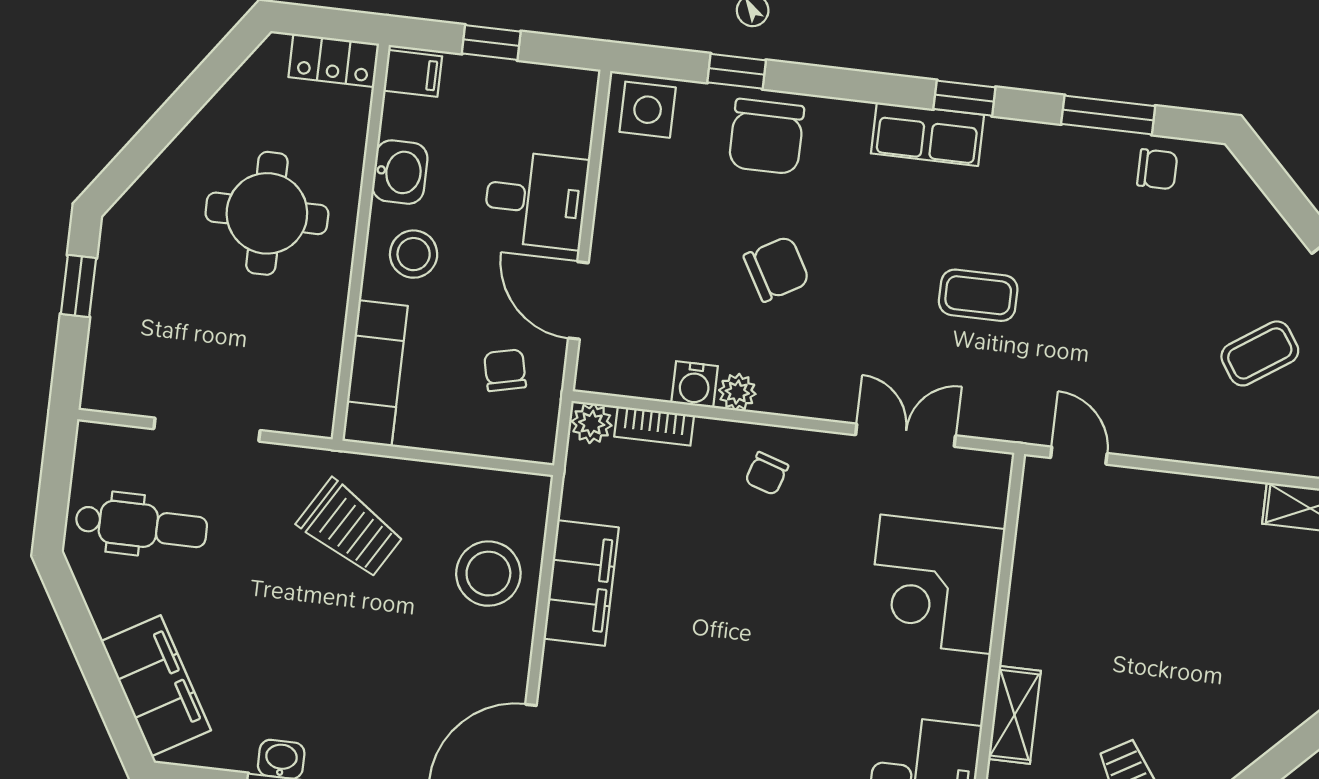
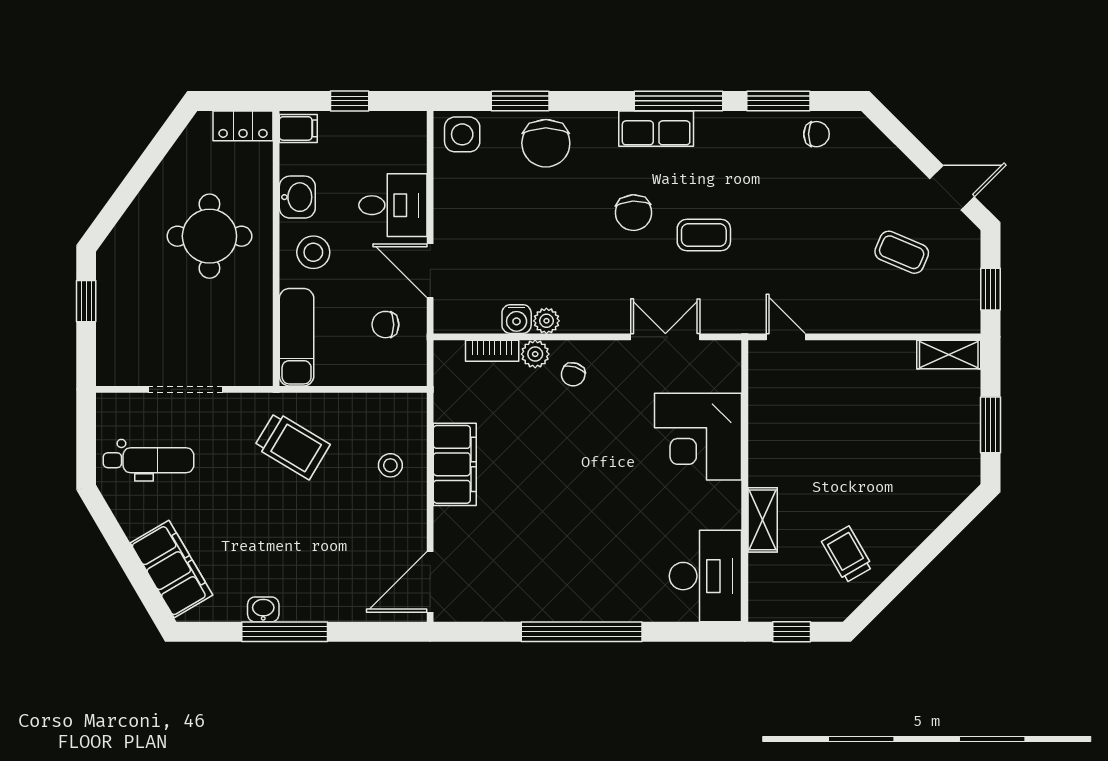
window: (737, 71) -> (520, 101), width x1.50
window: (964, 98) -> (679, 101), width x2.17
chair: (777, 269) -> (633, 213), moved, turned 117
coffee table: (1260, 353) -> (902, 252), turned 57
chair: (505, 370) -> (385, 325), turned -77
plant: (592, 423) -> (535, 354), moved
stool: (488, 574) -> (390, 465), width x0.53, depth x0.53

